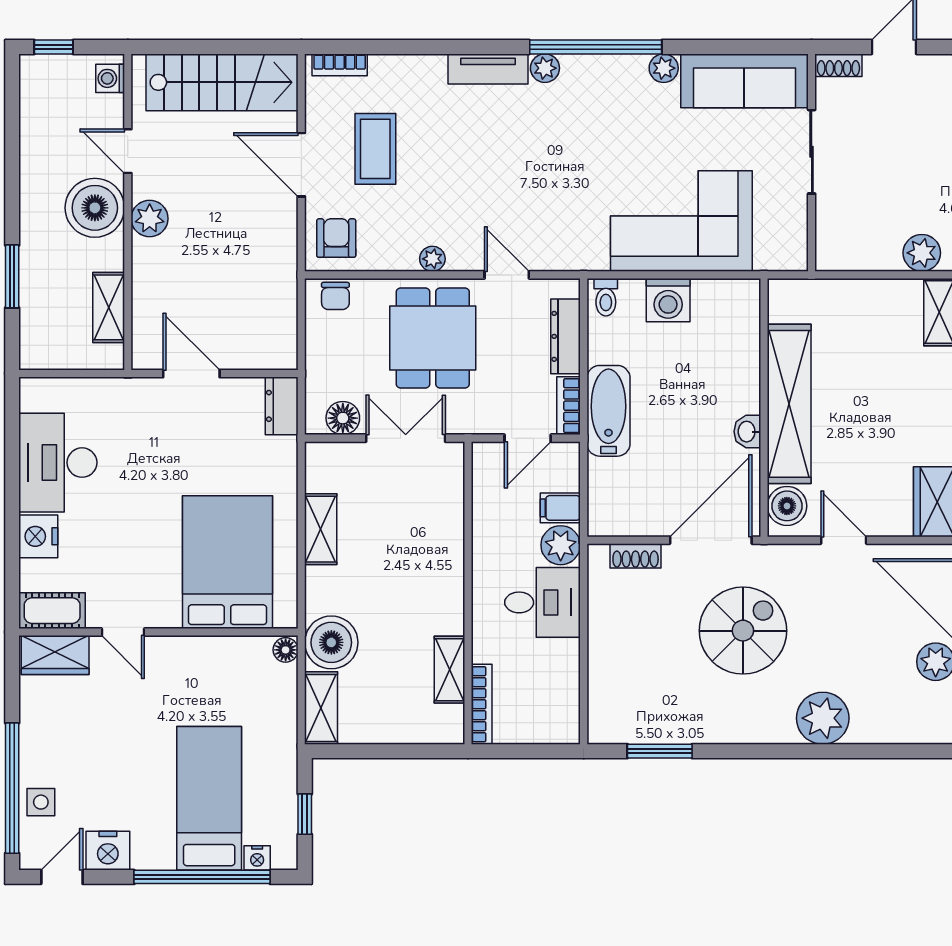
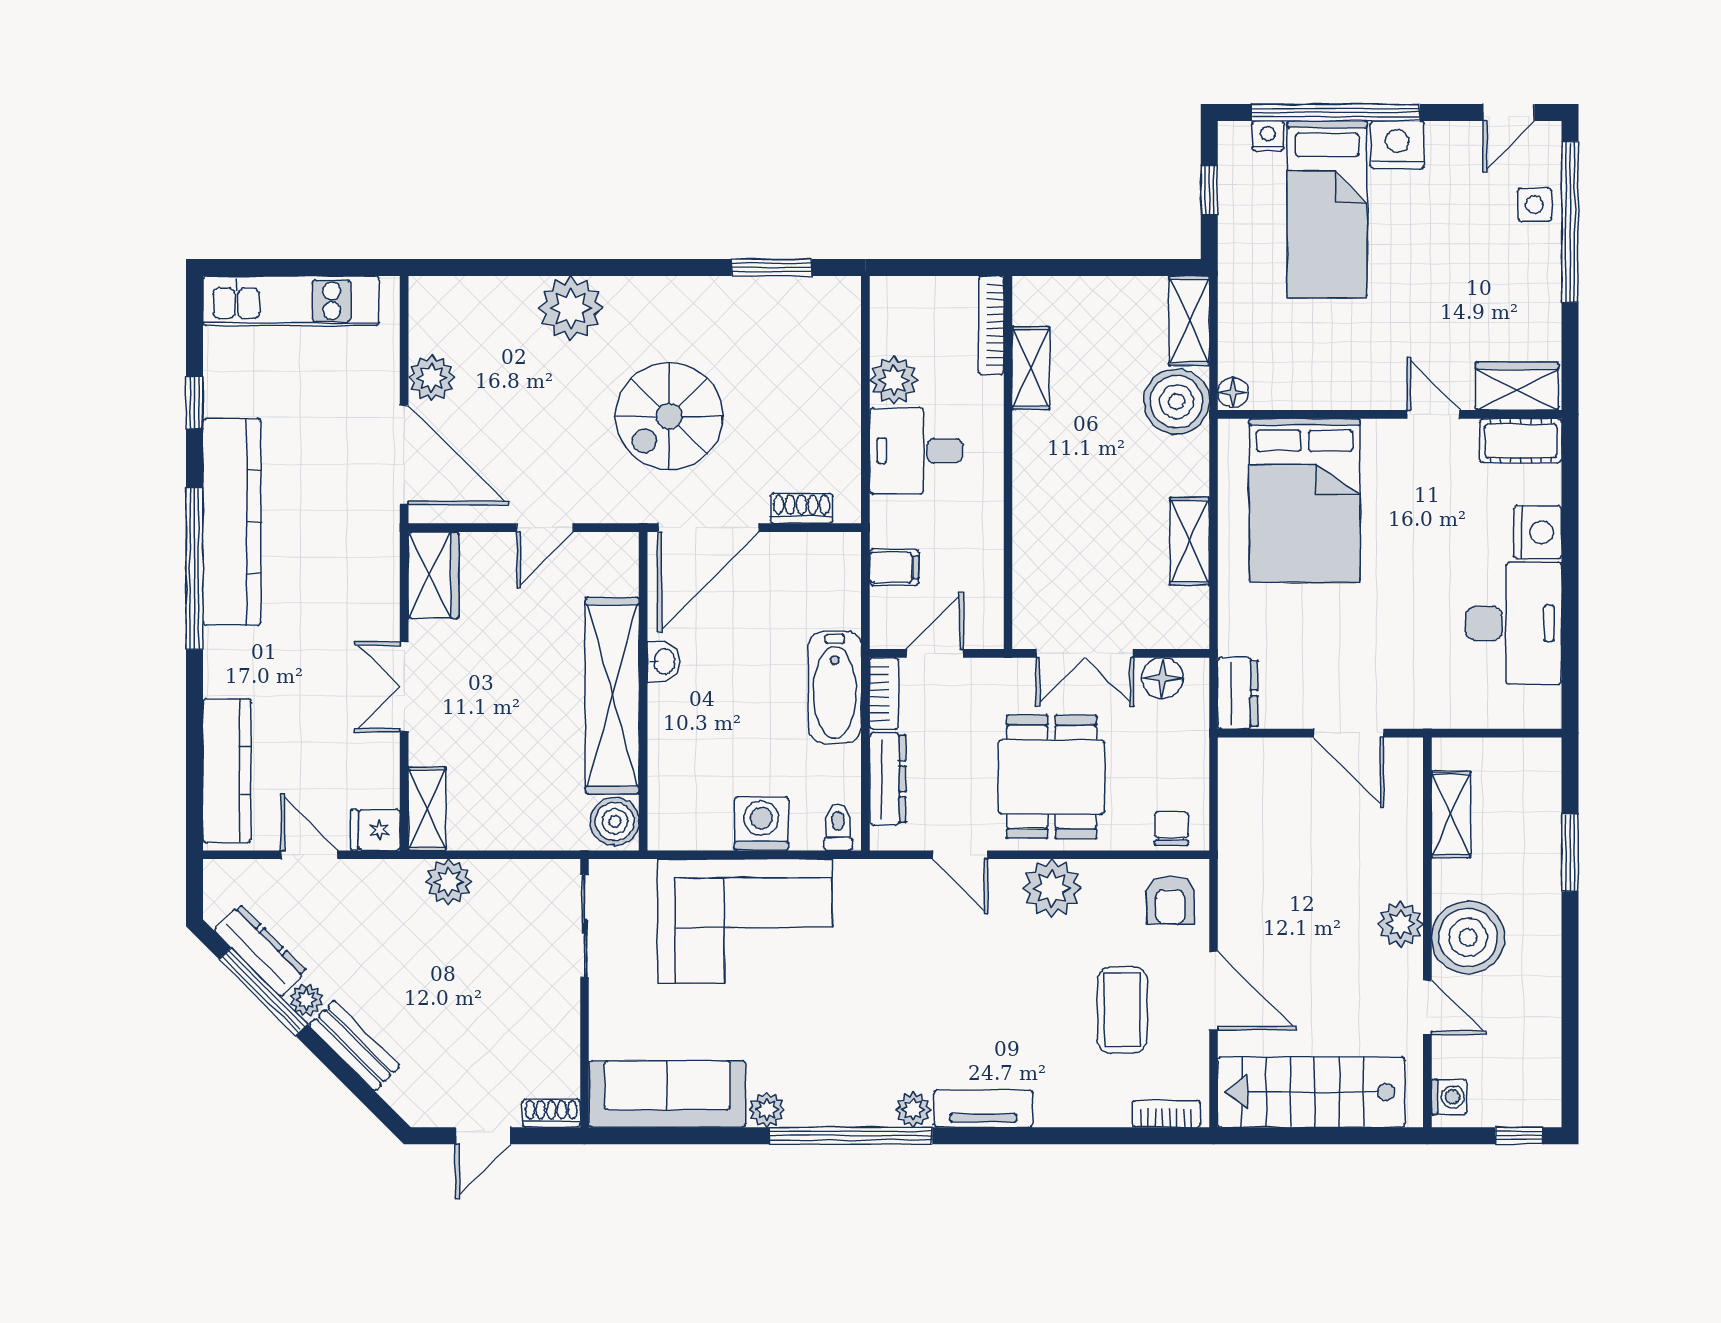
sliding door: (812, 152) -> (584, 926), moved
plant: (432, 259) -> (1052, 888), width x1.88, depth x1.88
boiler: (787, 506) -> (615, 821), moved
door: (844, 540) -> (545, 528), hinge flipped
plant: (561, 545) -> (894, 380), moved
nightstand: (108, 851) -> (1397, 145), moved

